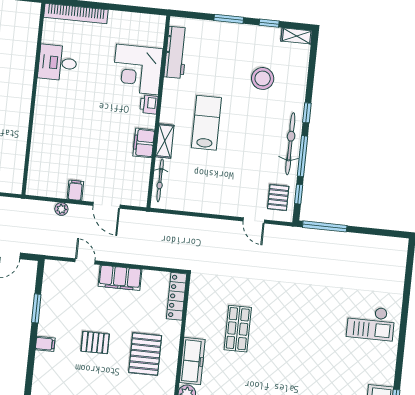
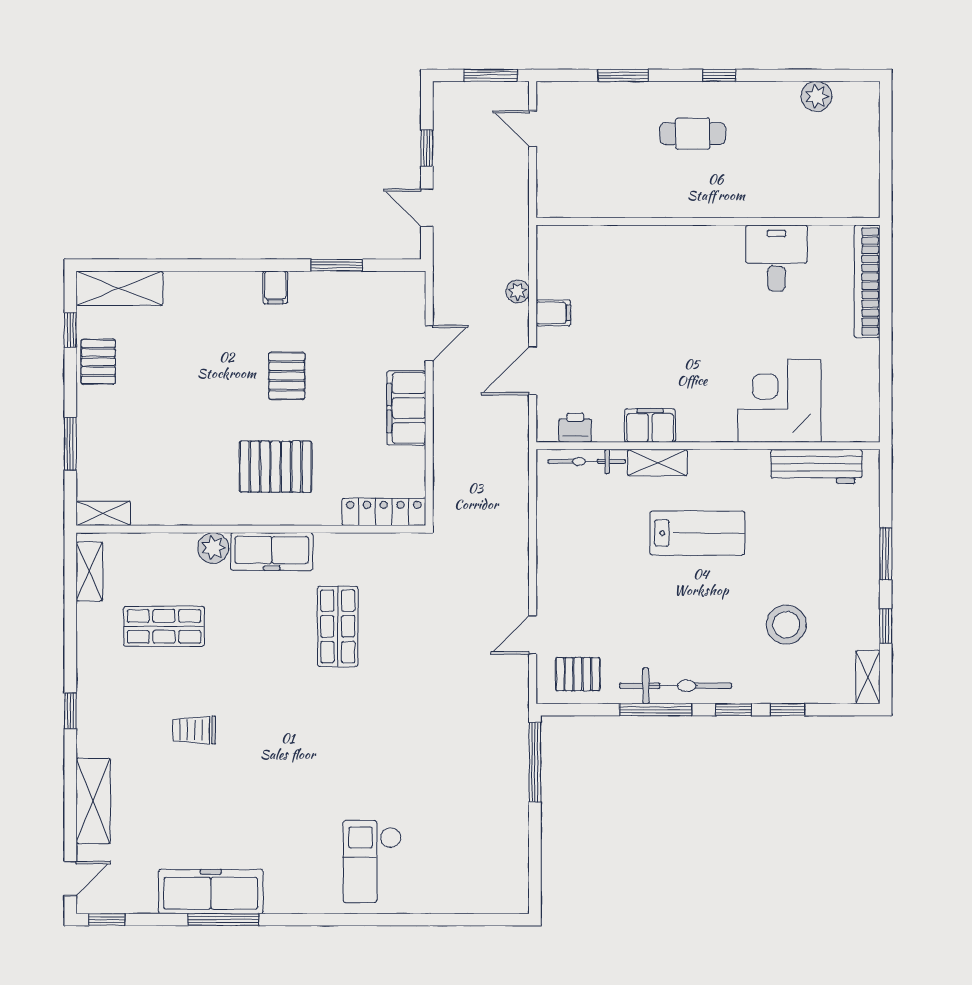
printer: (149, 104) -> (575, 428), moved
window: (299, 194) -> (788, 710), moved
shop shelf: (238, 329) -> (338, 626), turned 90

